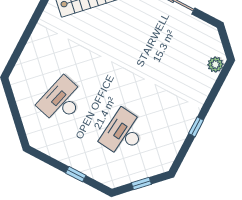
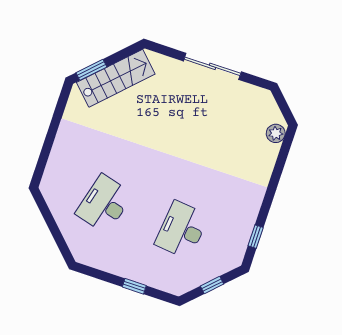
window: (196, 127) -> (256, 237), moved

